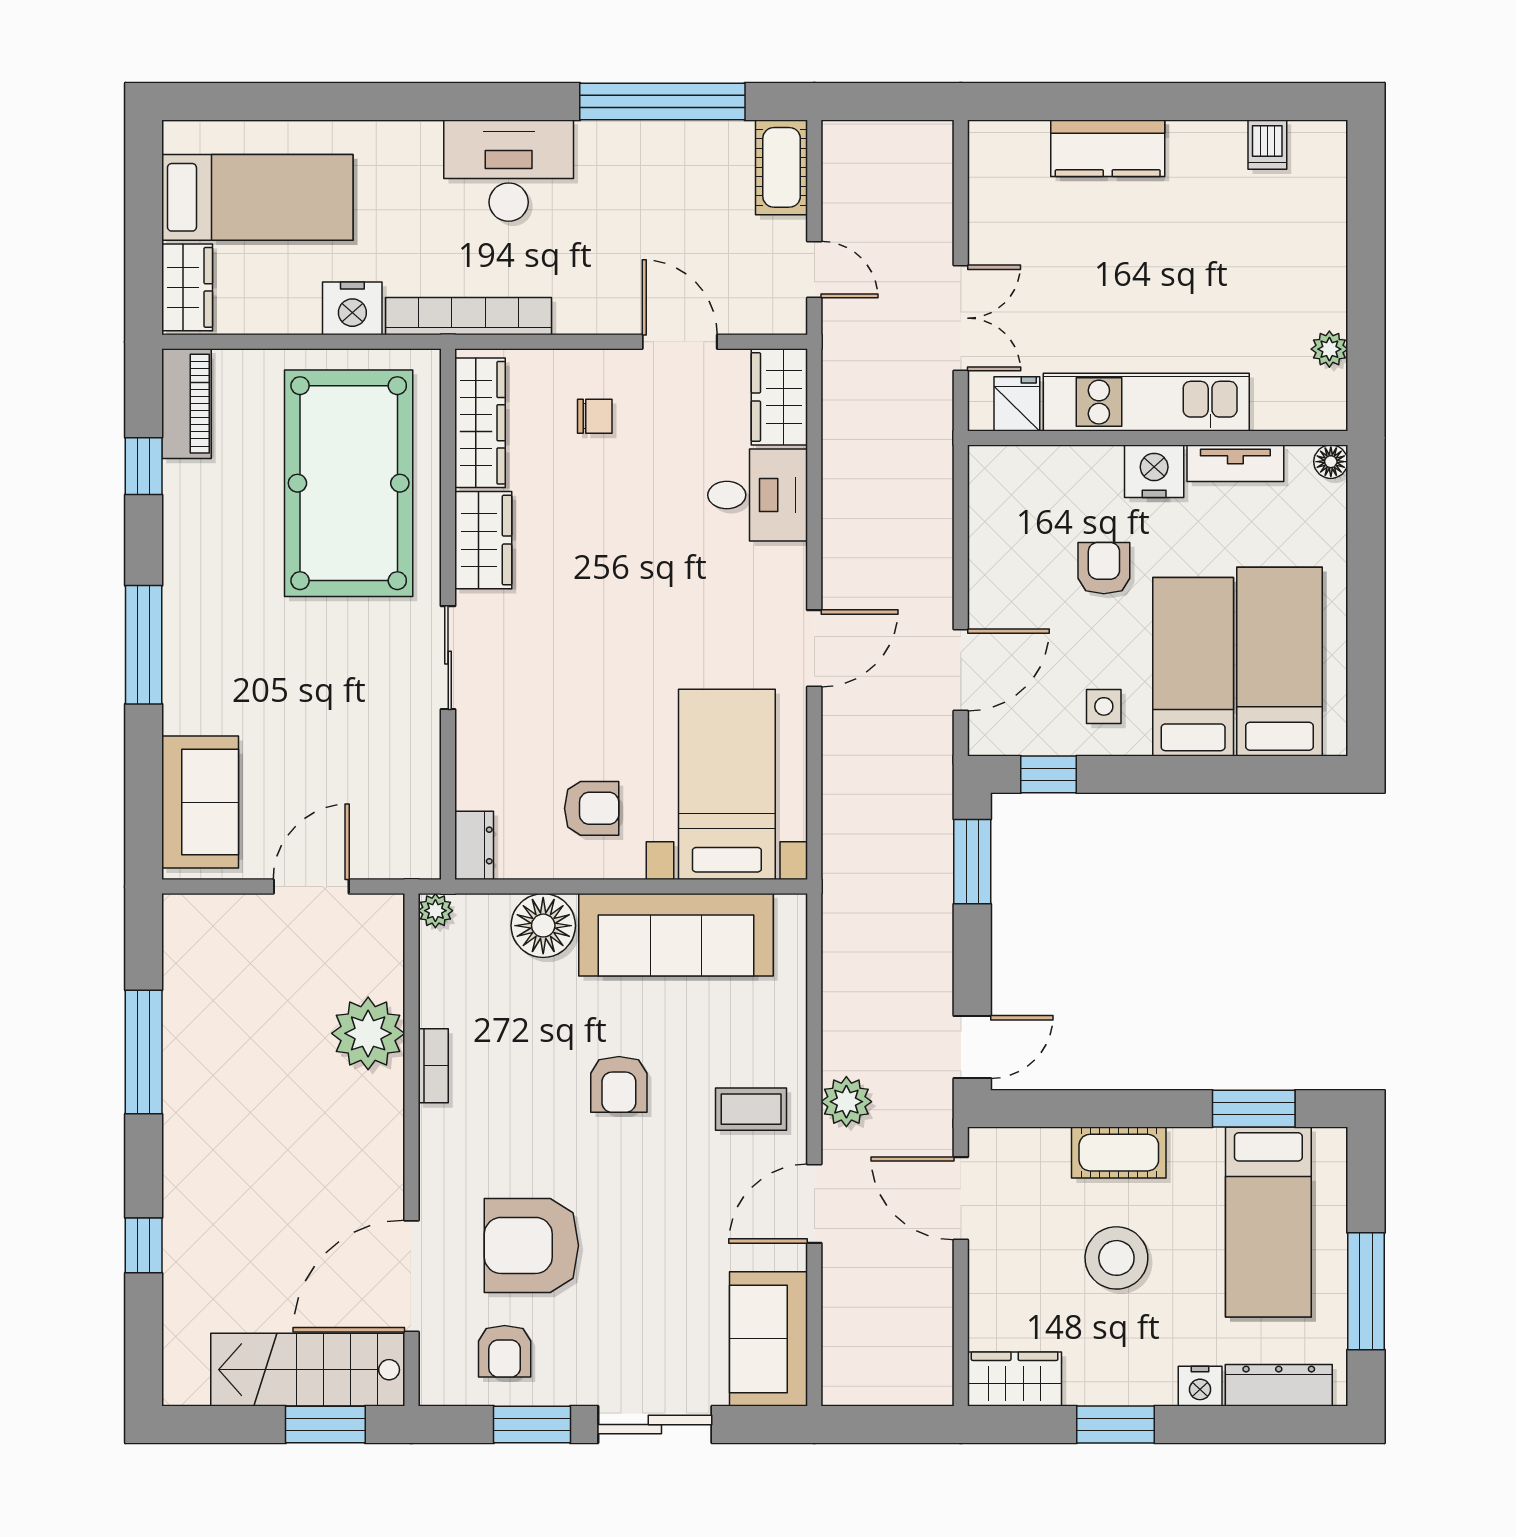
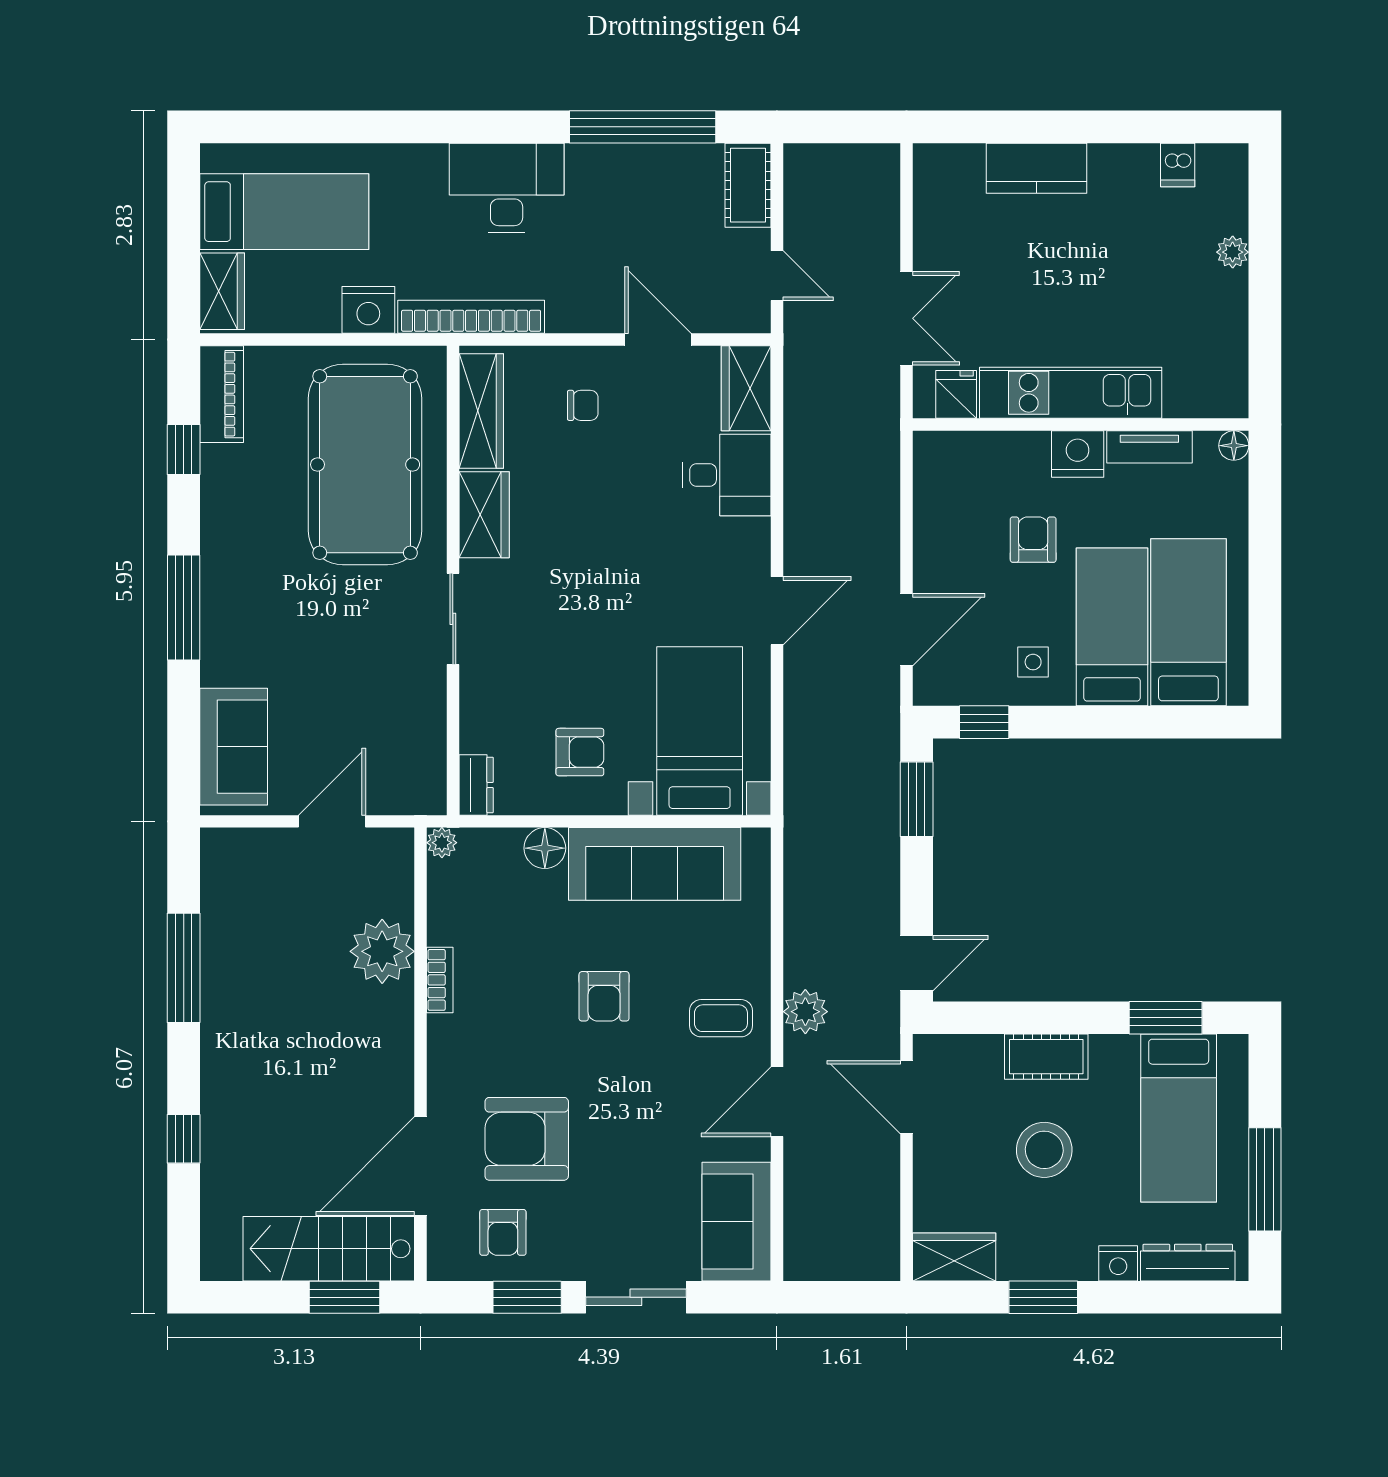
plant: (1329, 349) -> (1233, 252), moved
floor lamp: (543, 926) -> (545, 848), width x0.73, depth x0.73

